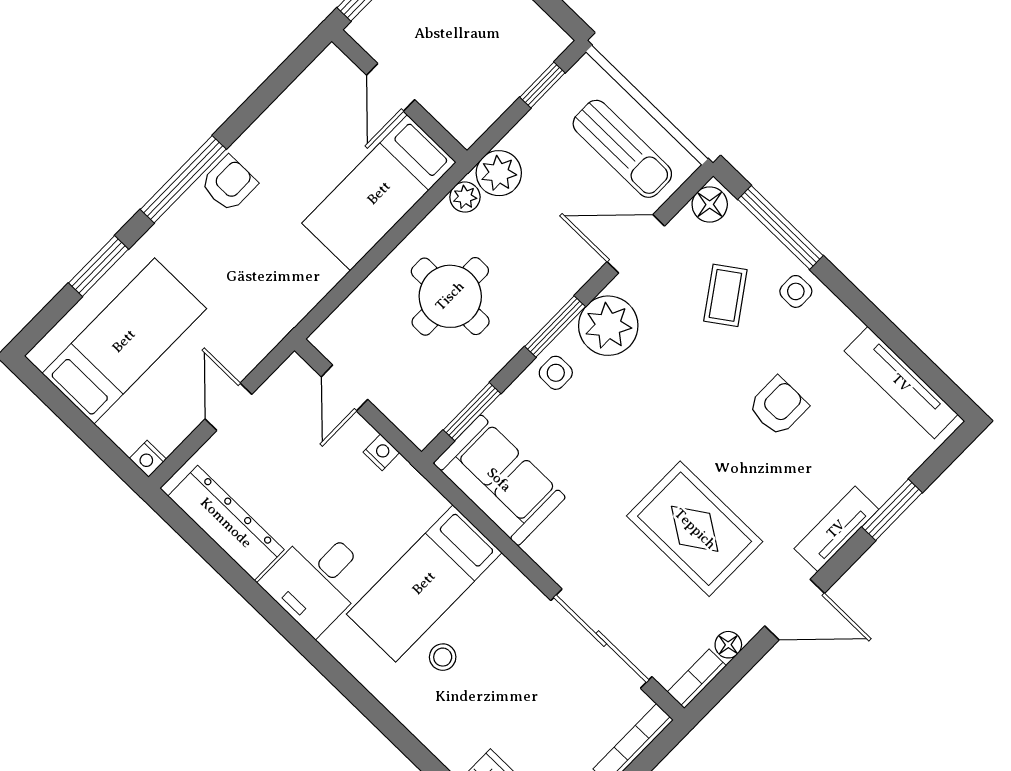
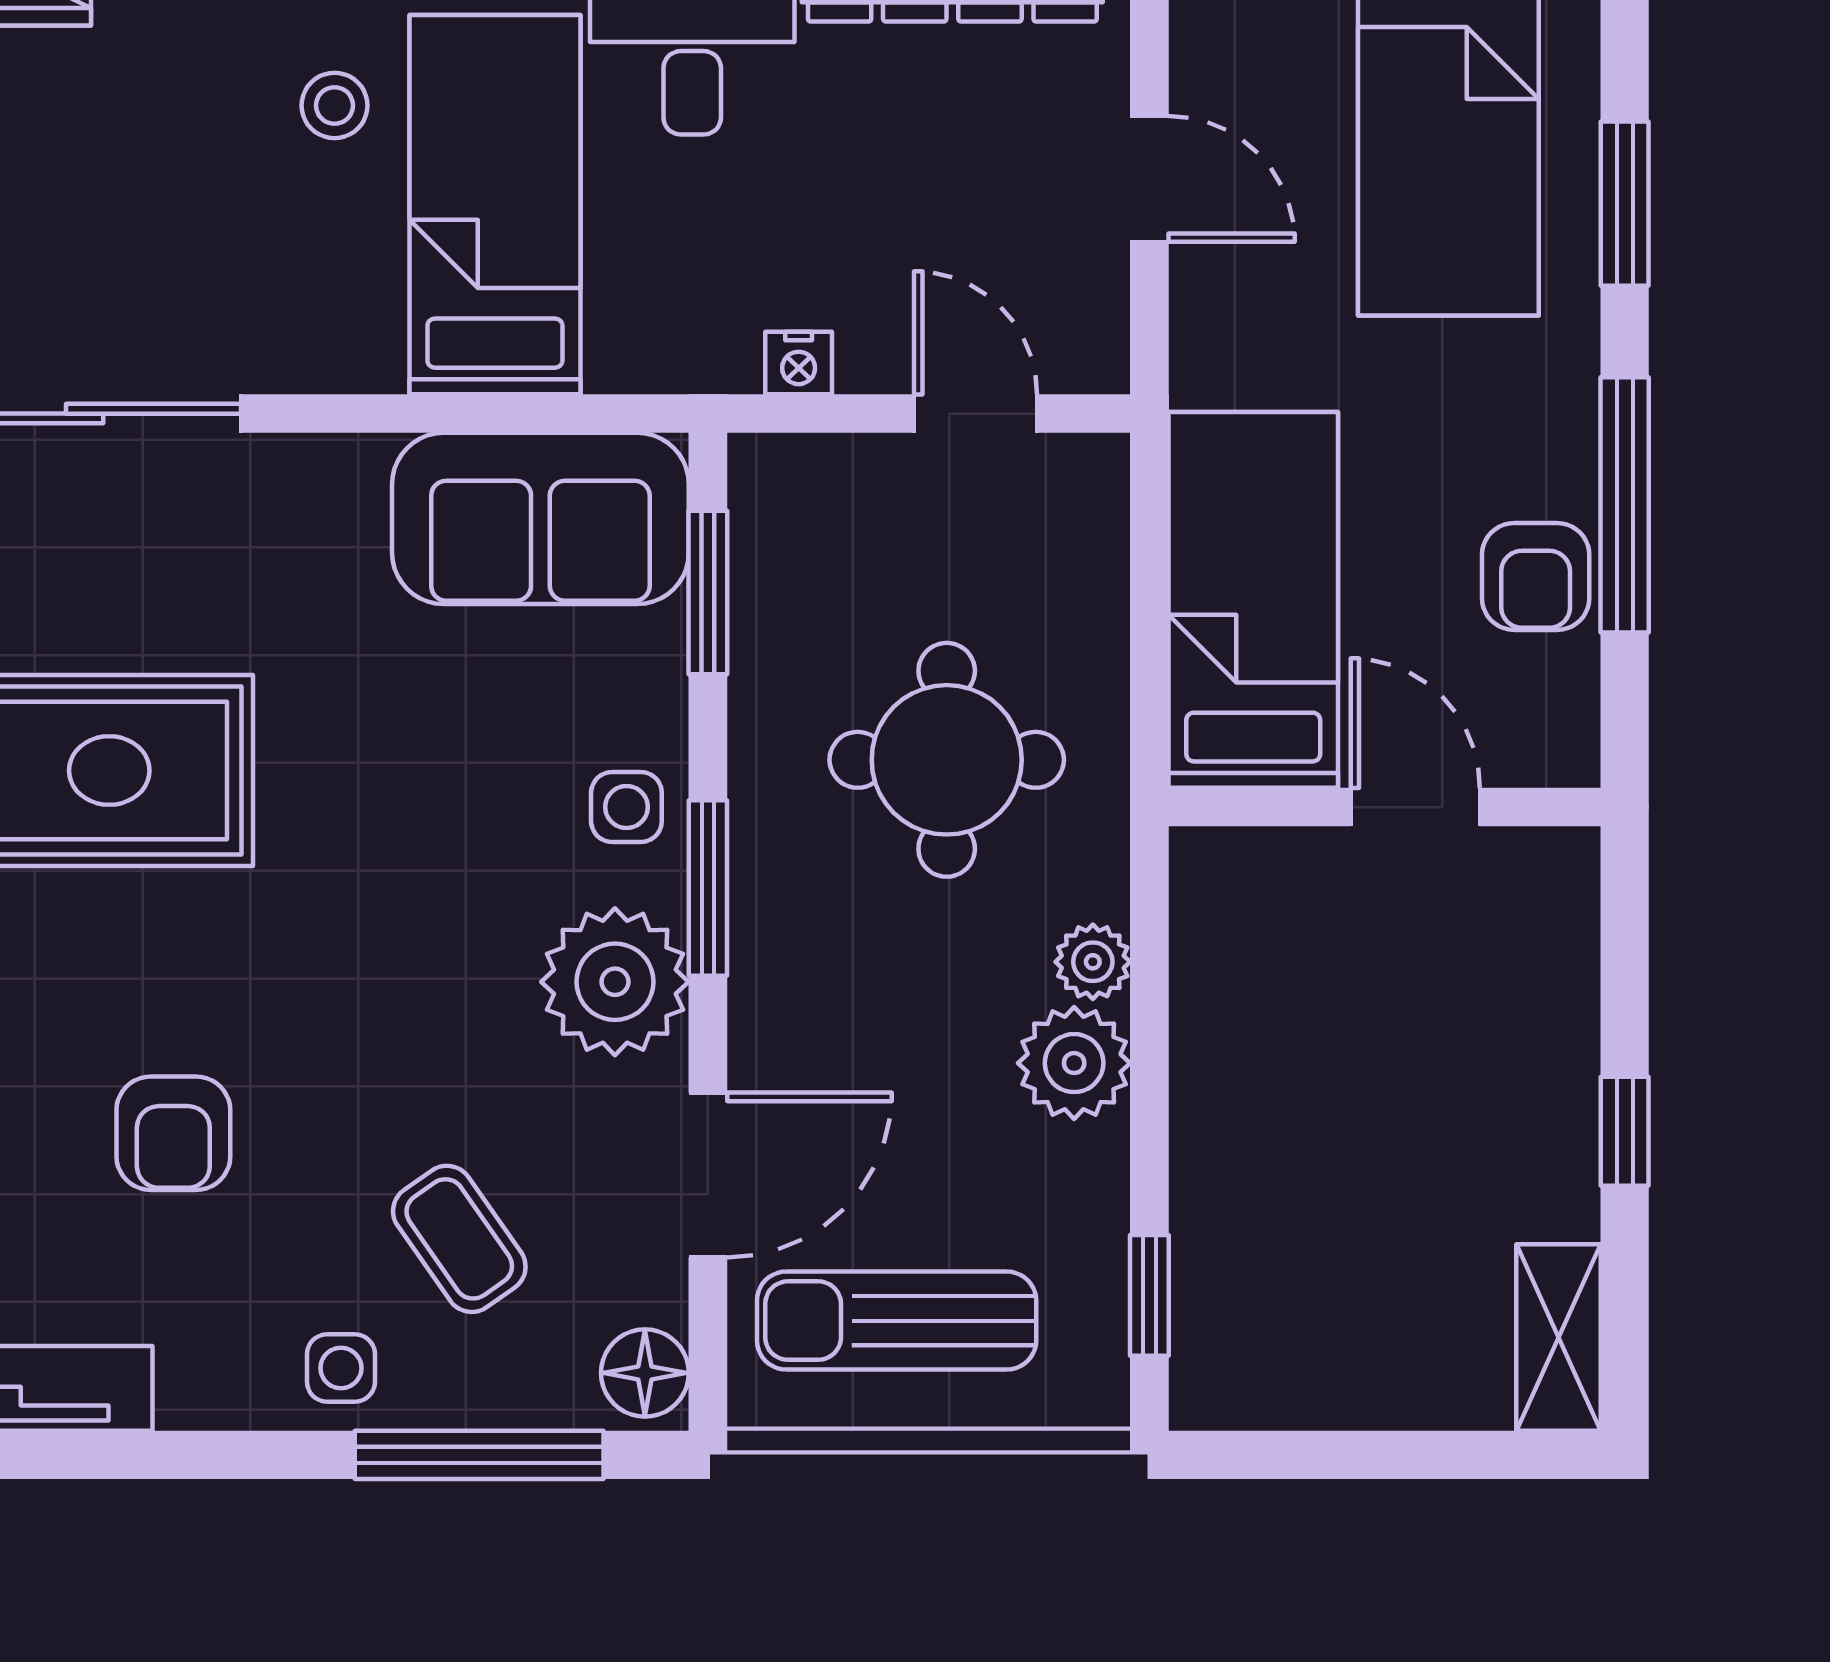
door: (391, 87) -> (1415, 807), moved
wall: (399, 96) -> (1385, 807), moved
bed: (379, 193) -> (1253, 600), moved

